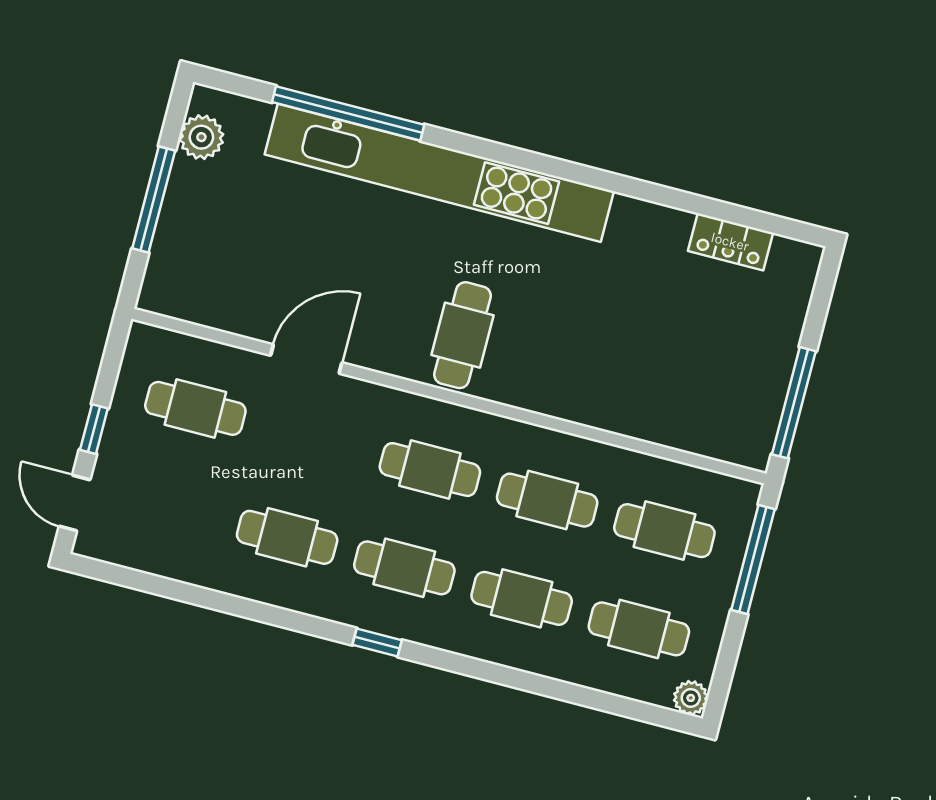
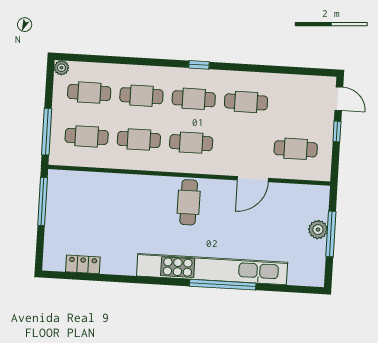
window: (348, 113) -> (223, 285), moved
plant: (201, 137) -> (318, 230), moved

